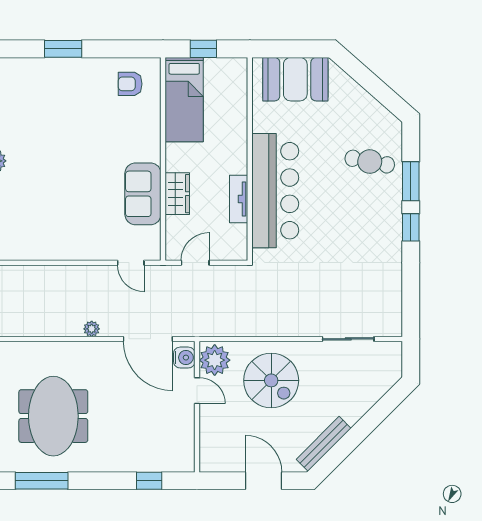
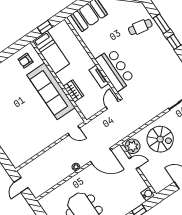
bar counter: (275, 191) -> (115, 70), width x0.73
sofa: (143, 194) -> (51, 91), width x1.85, depth x1.27
door: (195, 263) -> (112, 104), moved
water cooler: (184, 358) -> (148, 194), moved

